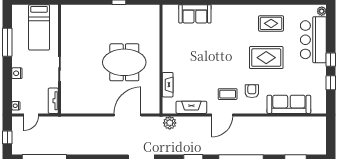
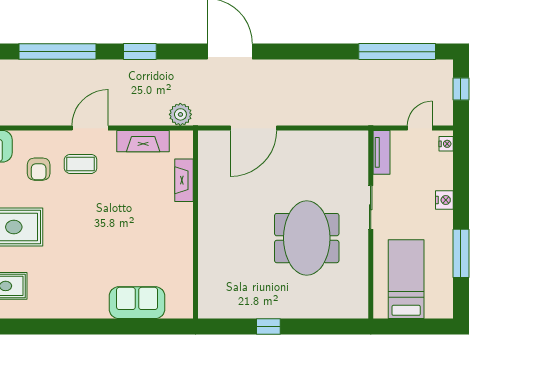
meeting table: (124, 62) -> (307, 238), moved, turned 90

